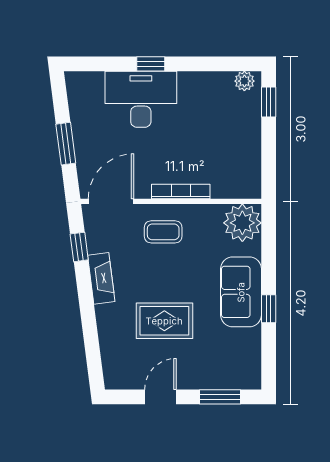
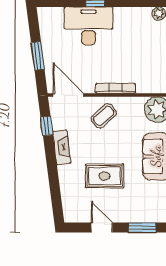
door: (111, 201) -> (68, 95), hinge flipped
coffee table: (163, 232) -> (104, 116), turned -42
door: (160, 397) -> (102, 228), hinge flipped

